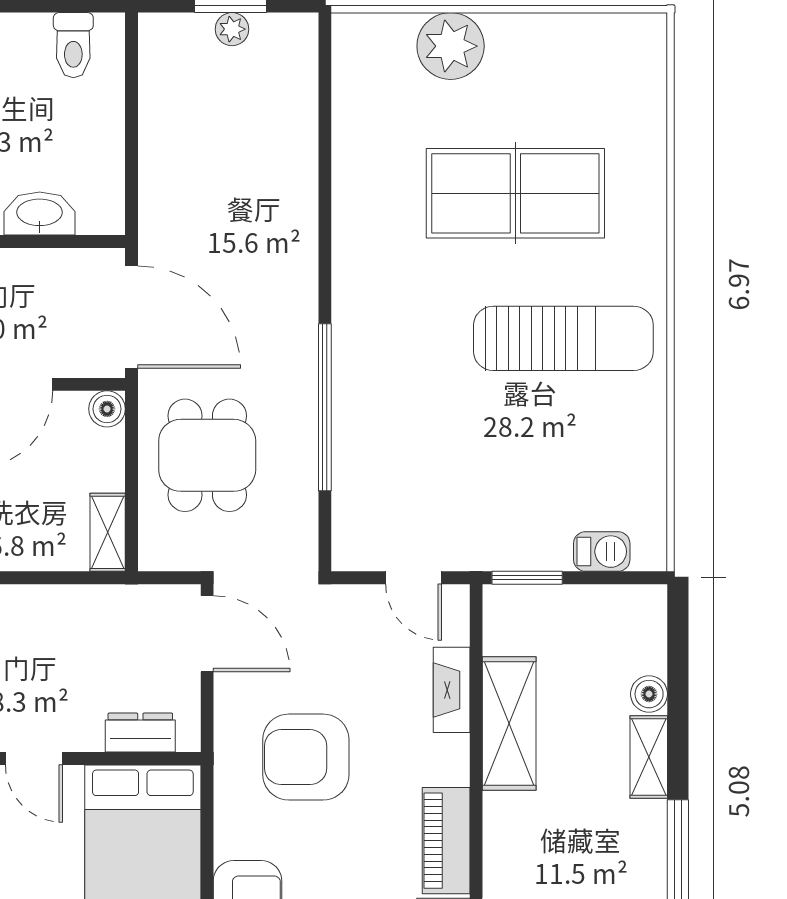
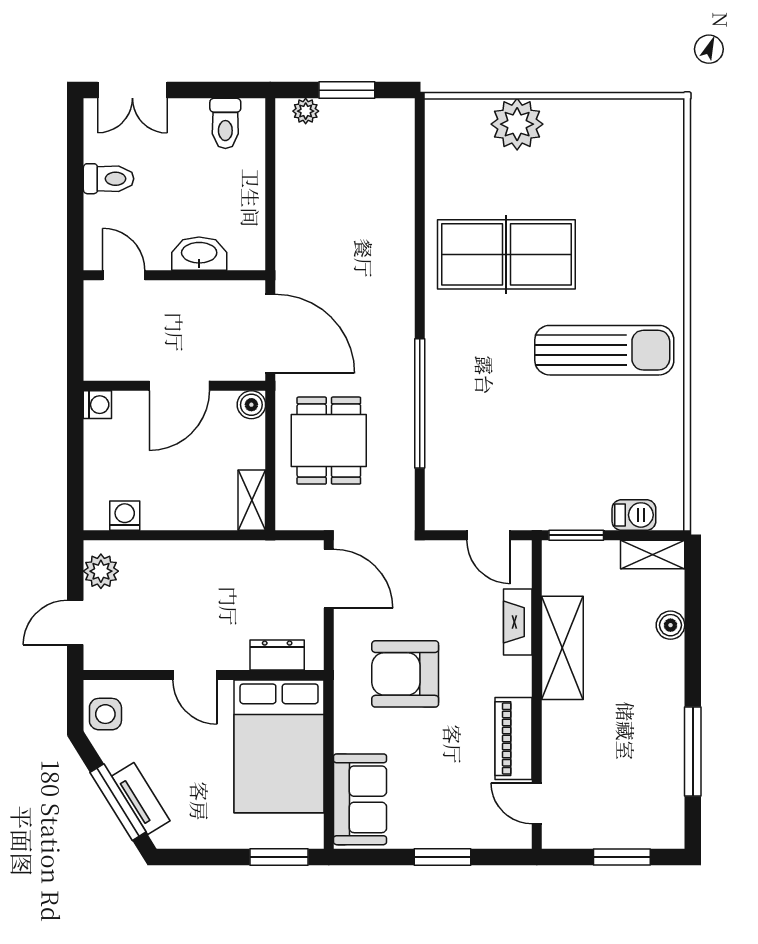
plant: (232, 29) -> (306, 111), moved
table tennis table: (515, 193) -> (506, 254), moved
shelving: (649, 757) -> (653, 555), moved, turned 90

